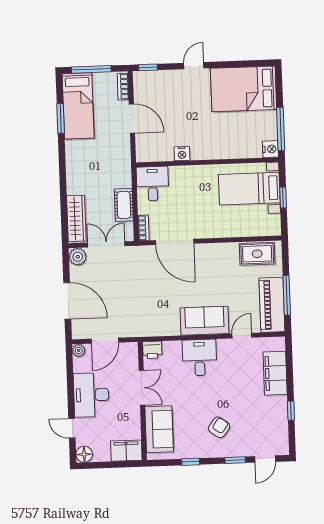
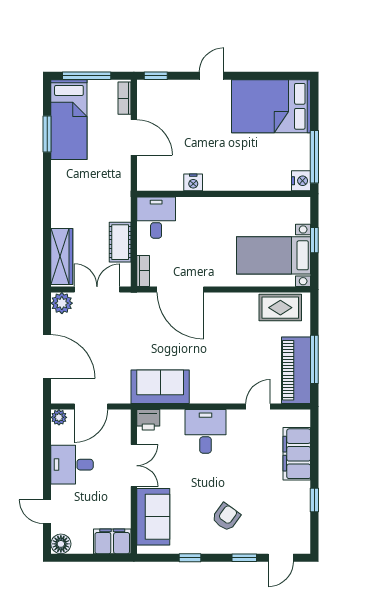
bed with nightstands: (249, 189) -> (274, 255), moved
sofa: (204, 321) -> (160, 387), moved
desk: (91, 395) -> (72, 465), width x0.73

